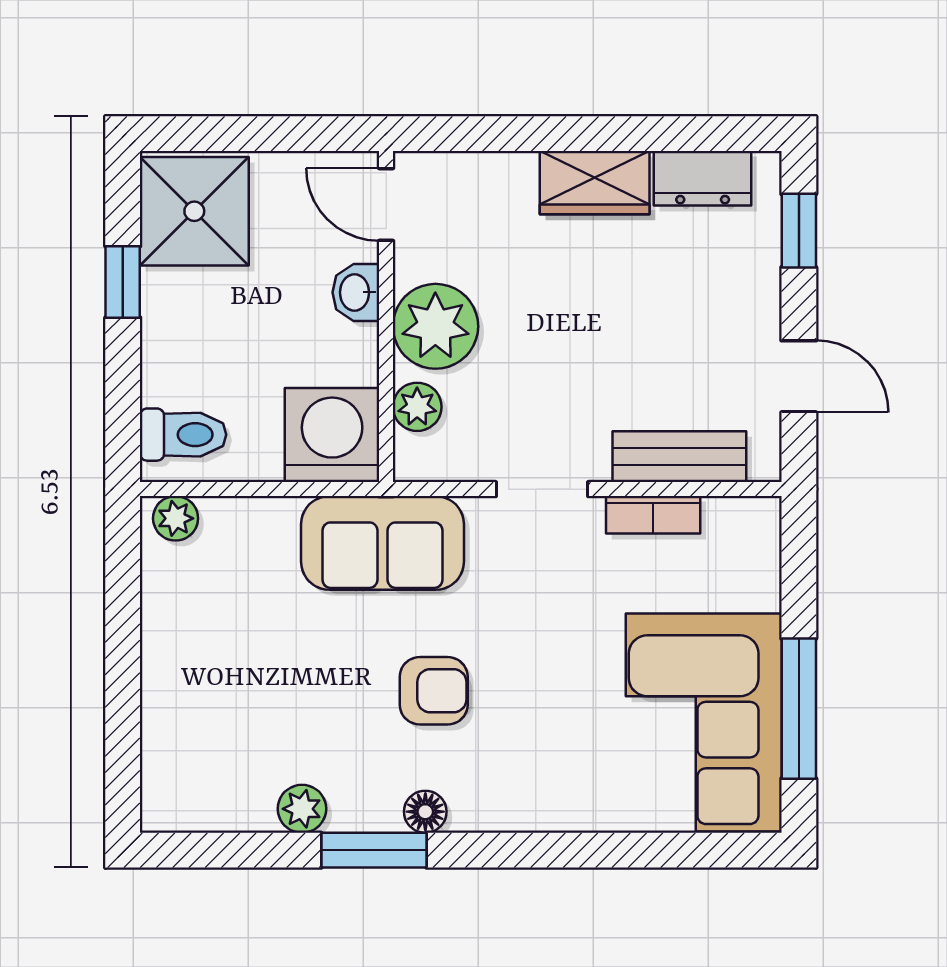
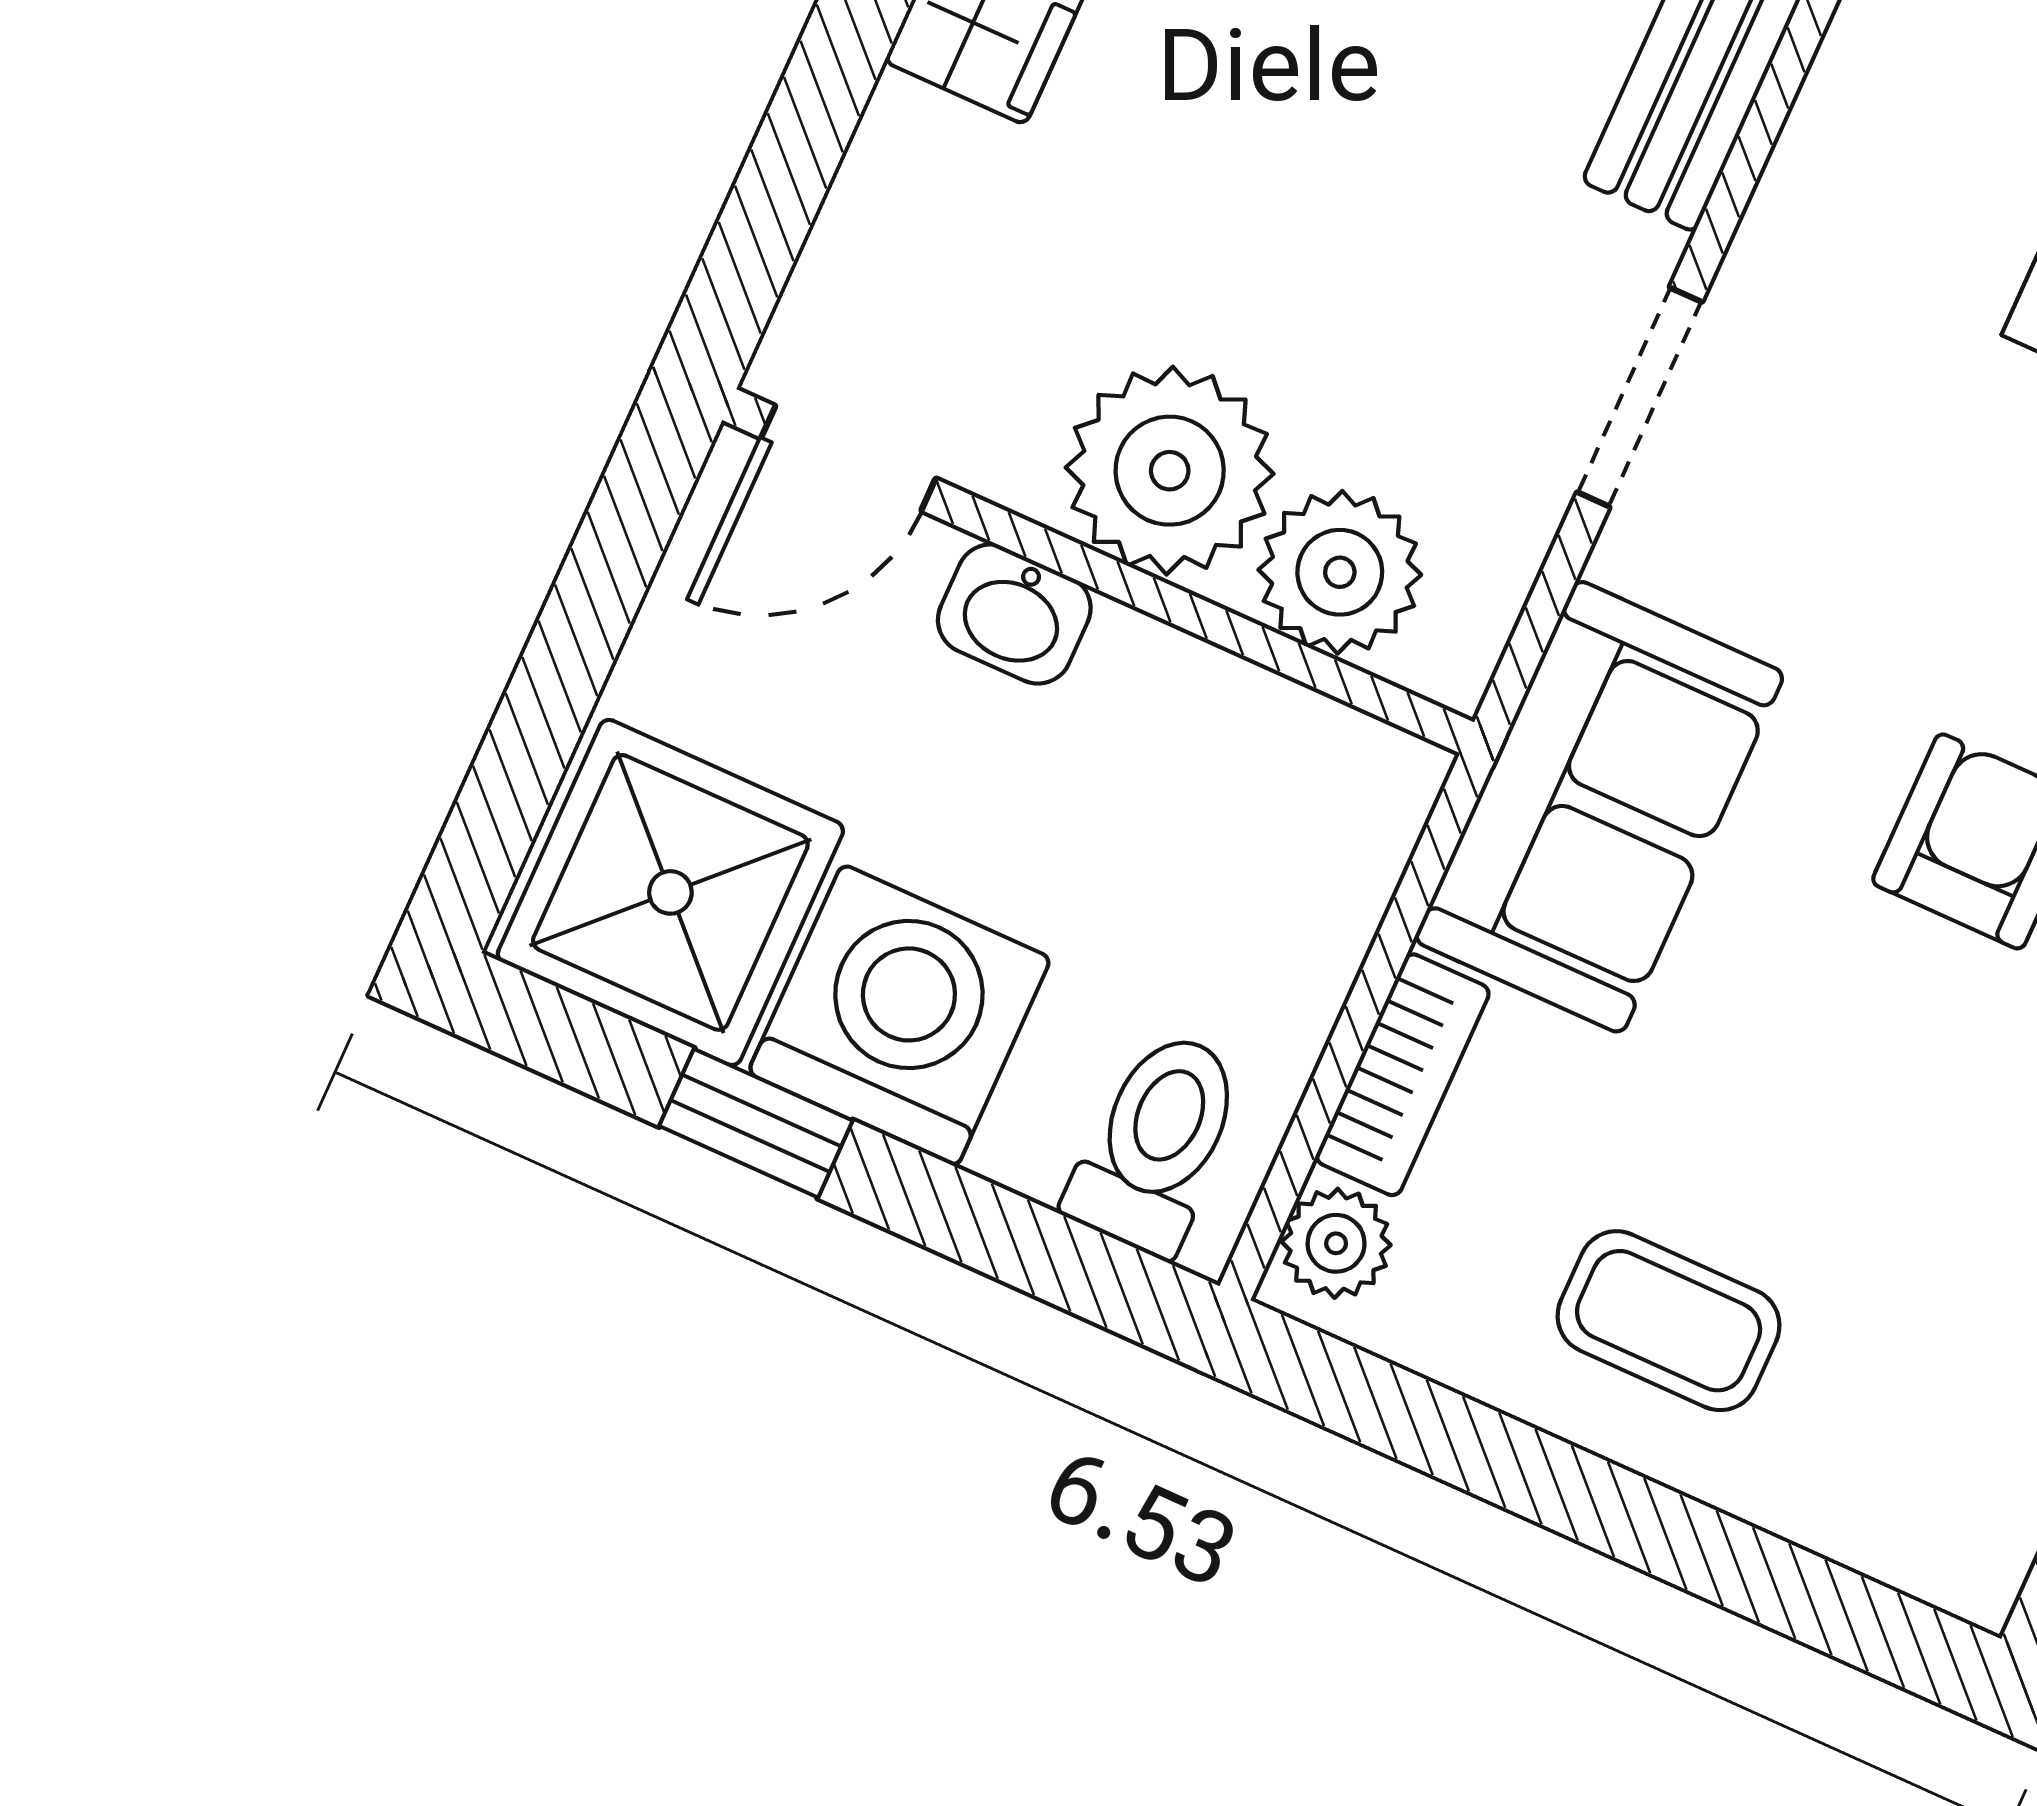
plant: (417, 407) -> (1340, 572), width x1.38, depth x1.38
washing machine: (332, 435) -> (899, 1015), moved, turned 90
bookcase: (653, 515) -> (1403, 1075), moved
coffee table: (203, 655) -> (1669, 1321), added

